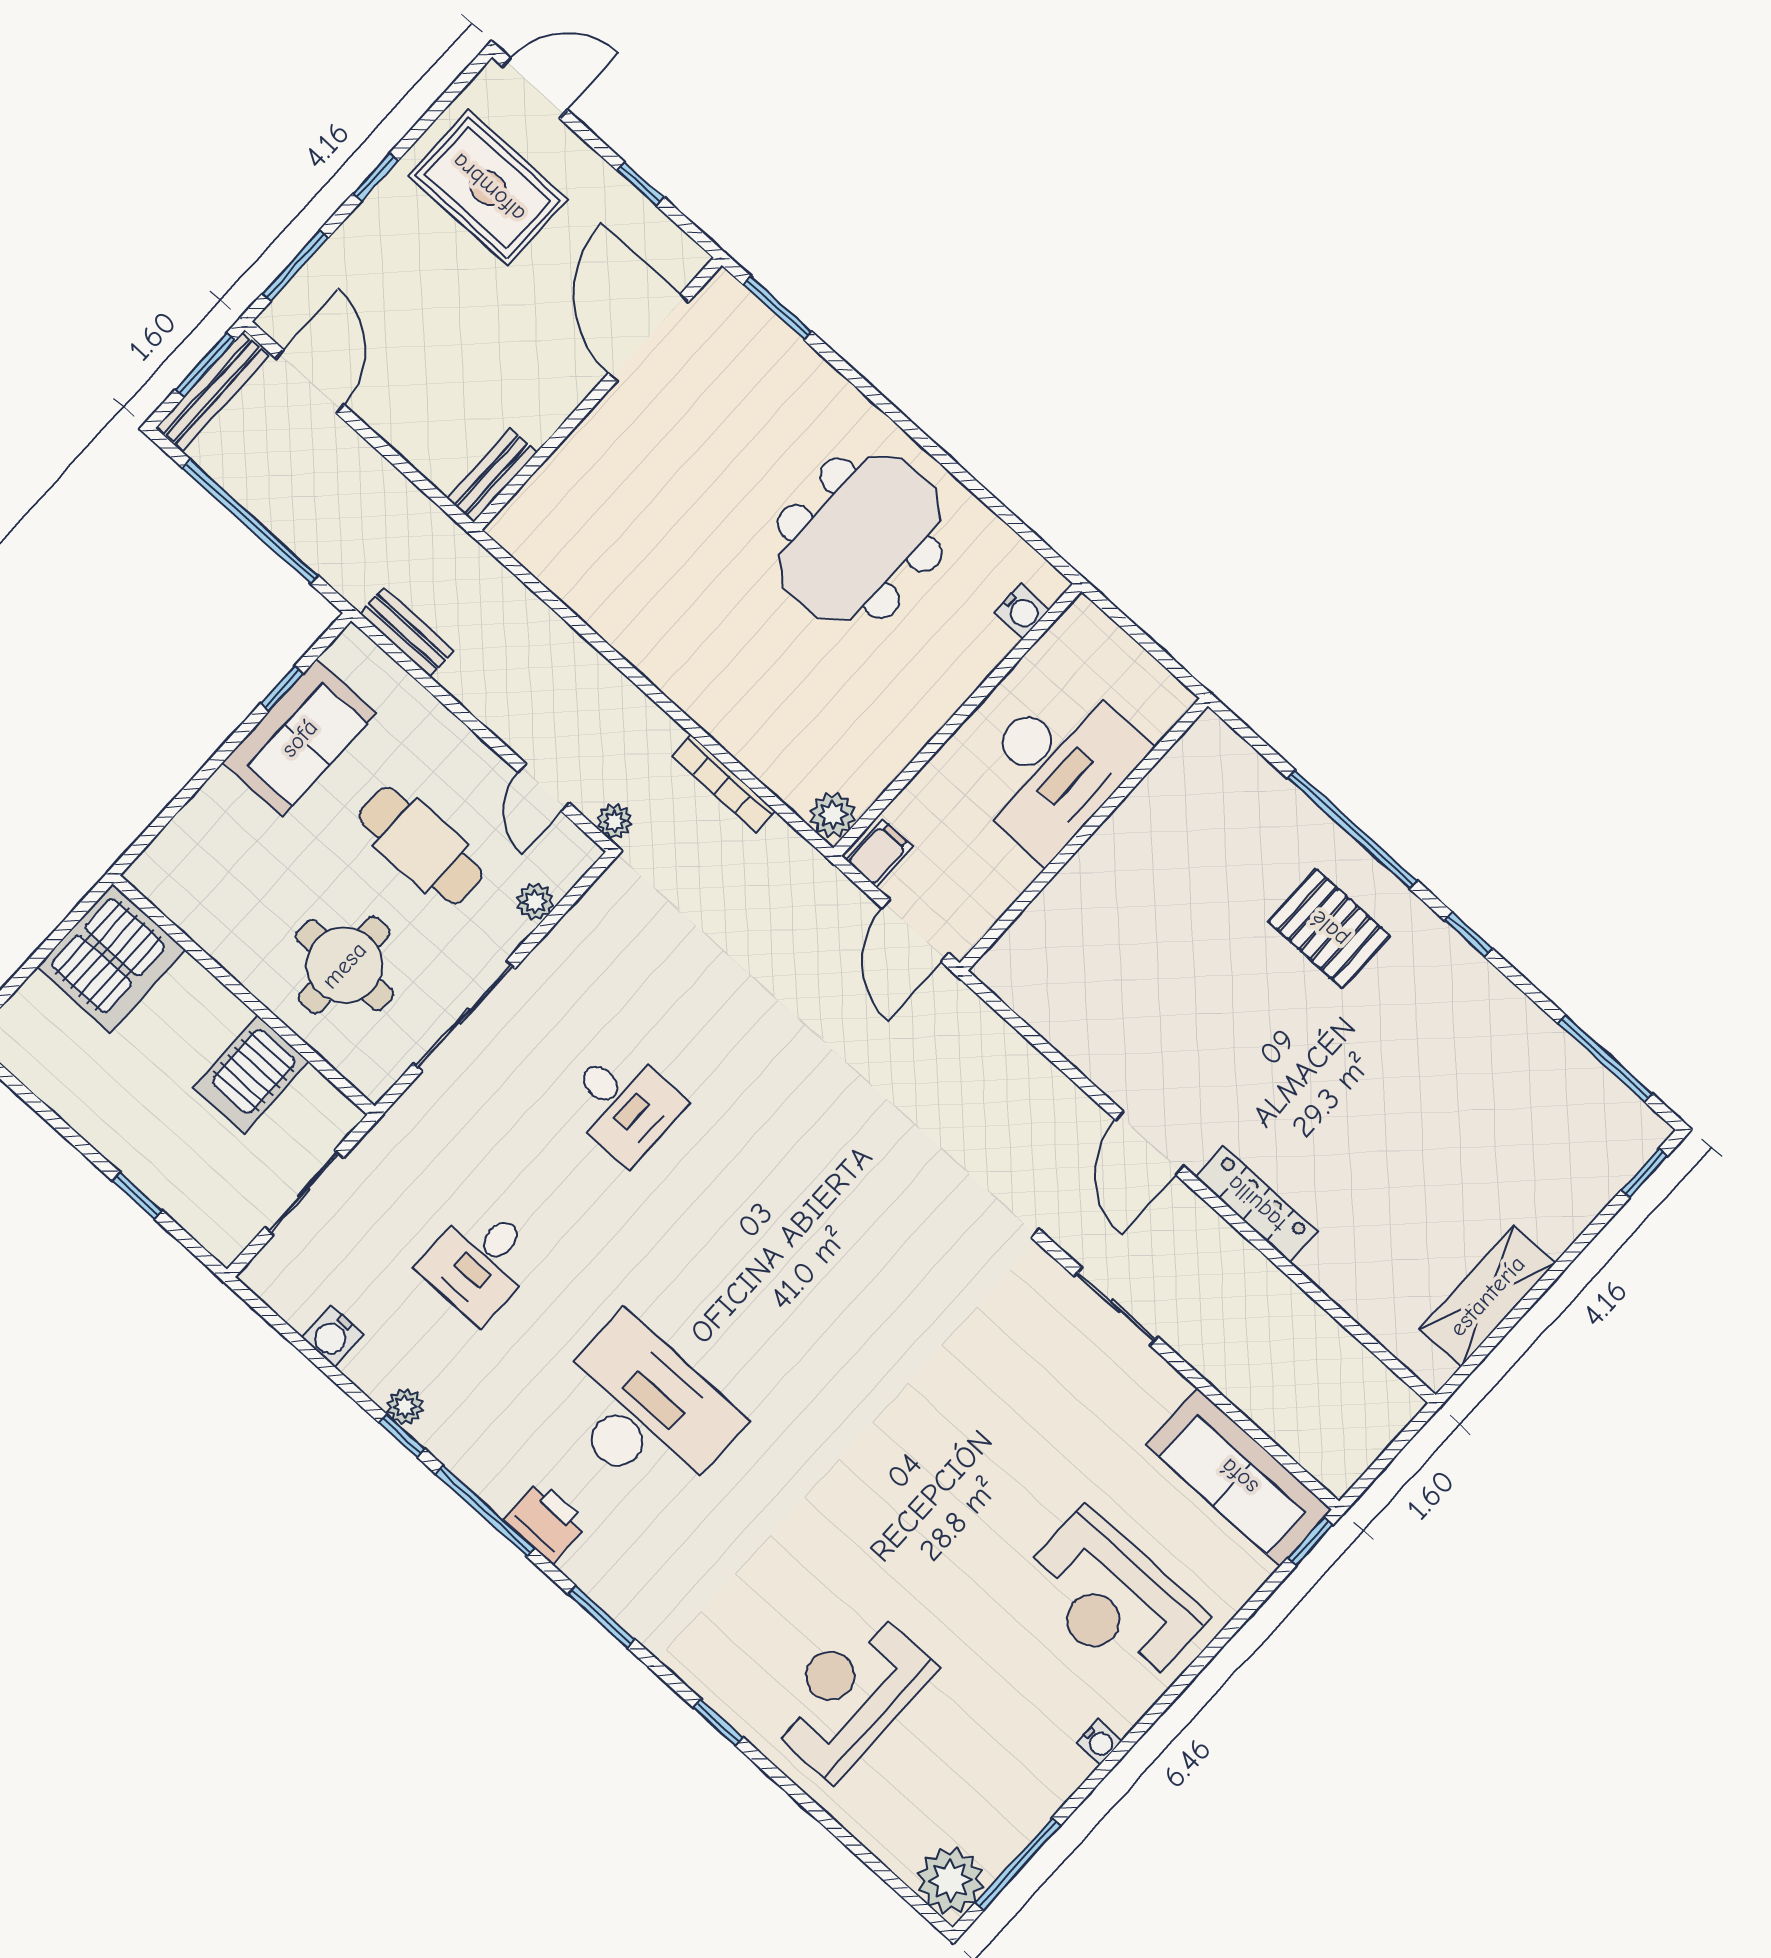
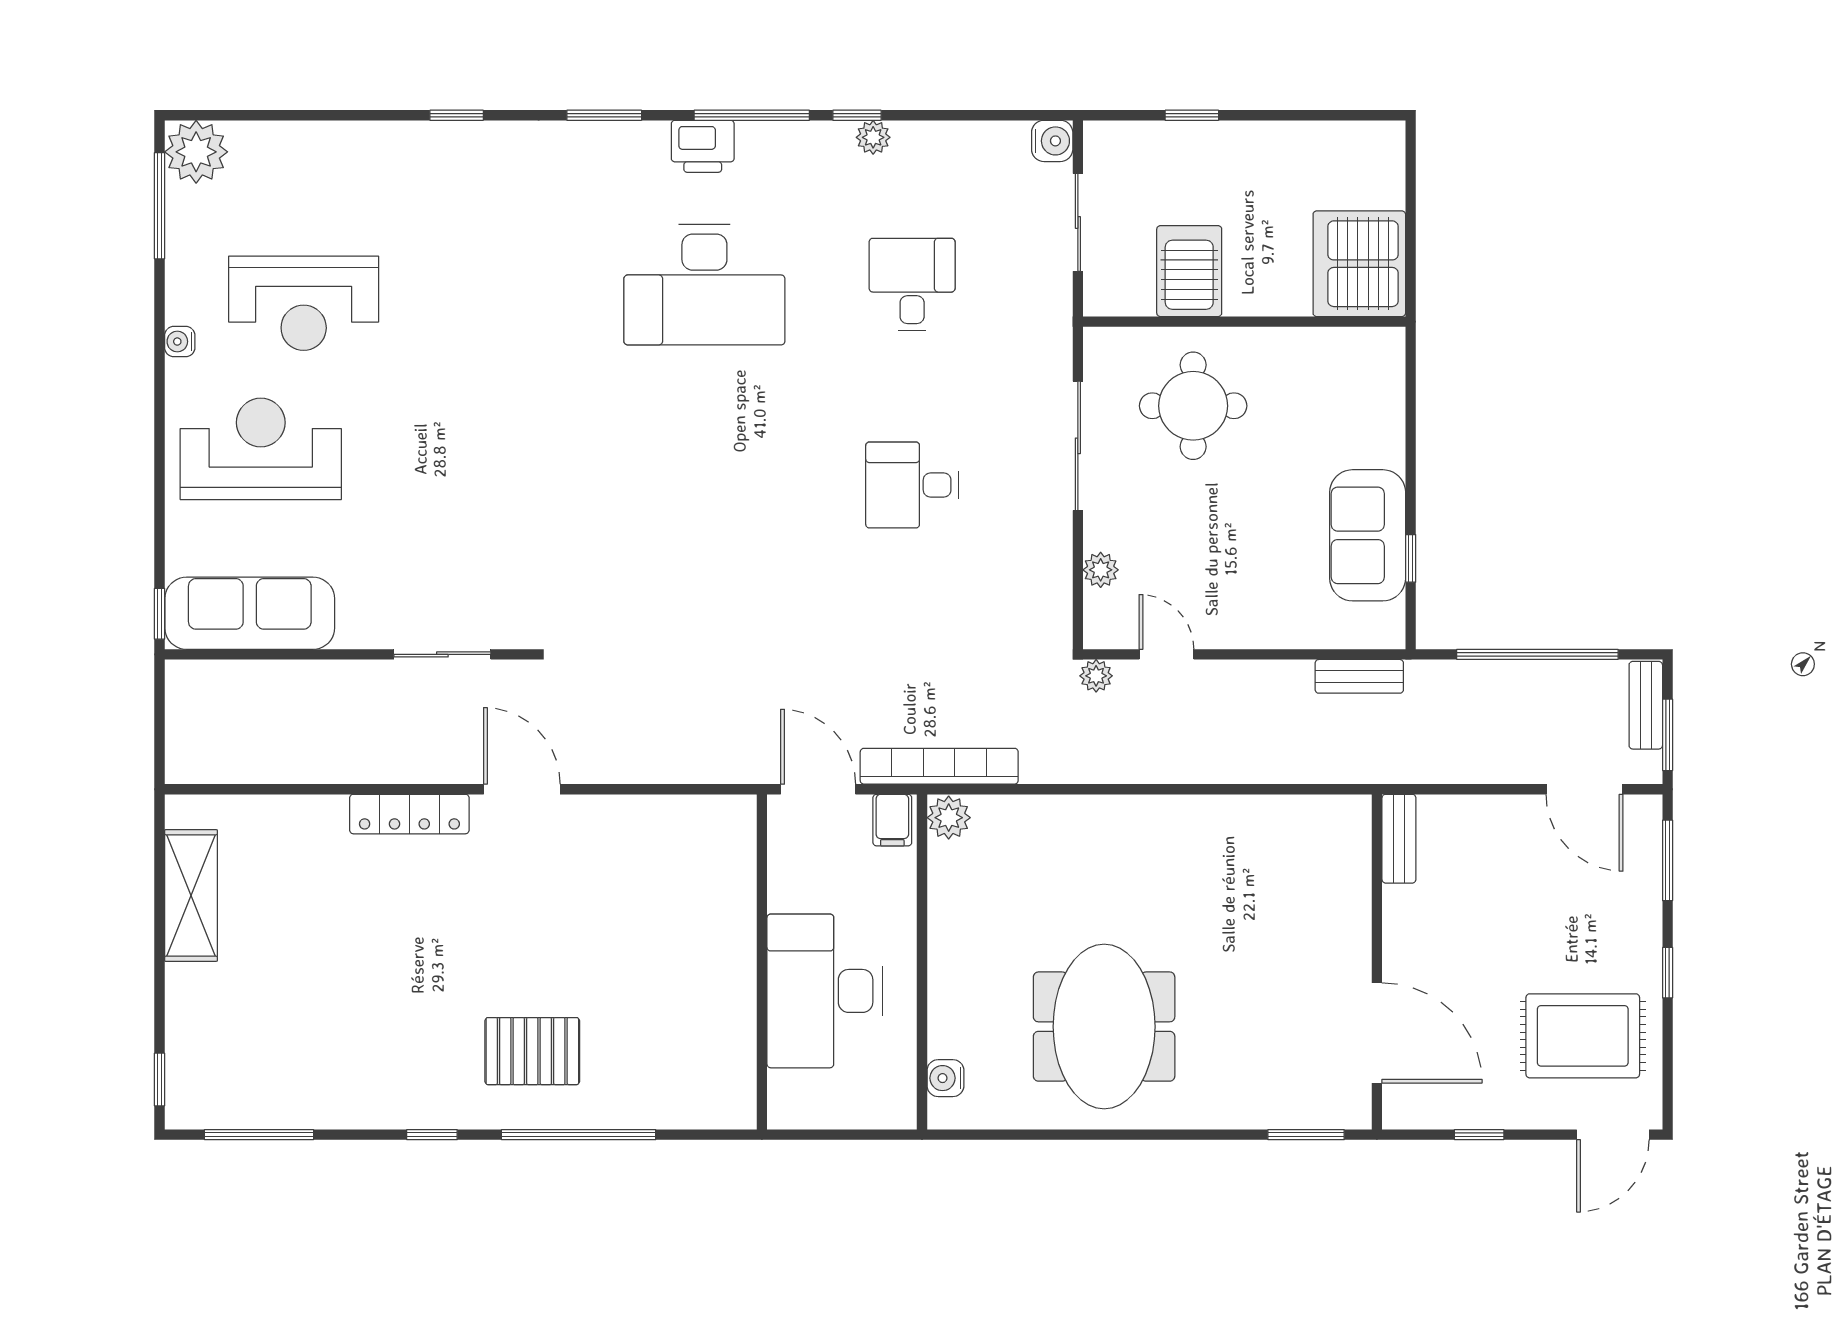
bench: (213, 391) -> (1646, 705), width x0.73
bookcase: (723, 783) -> (939, 766), moved, width x1.48, depth x1.31
cafe table: (421, 845) -> (1215, 537), removed
water cooler: (333, 1336) -> (1052, 141), moved, turned 90
reception desk: (849, 1693) -> (304, 303), moved, turned 90

